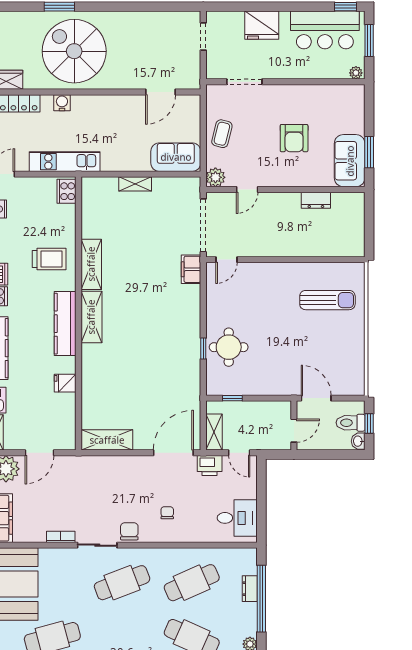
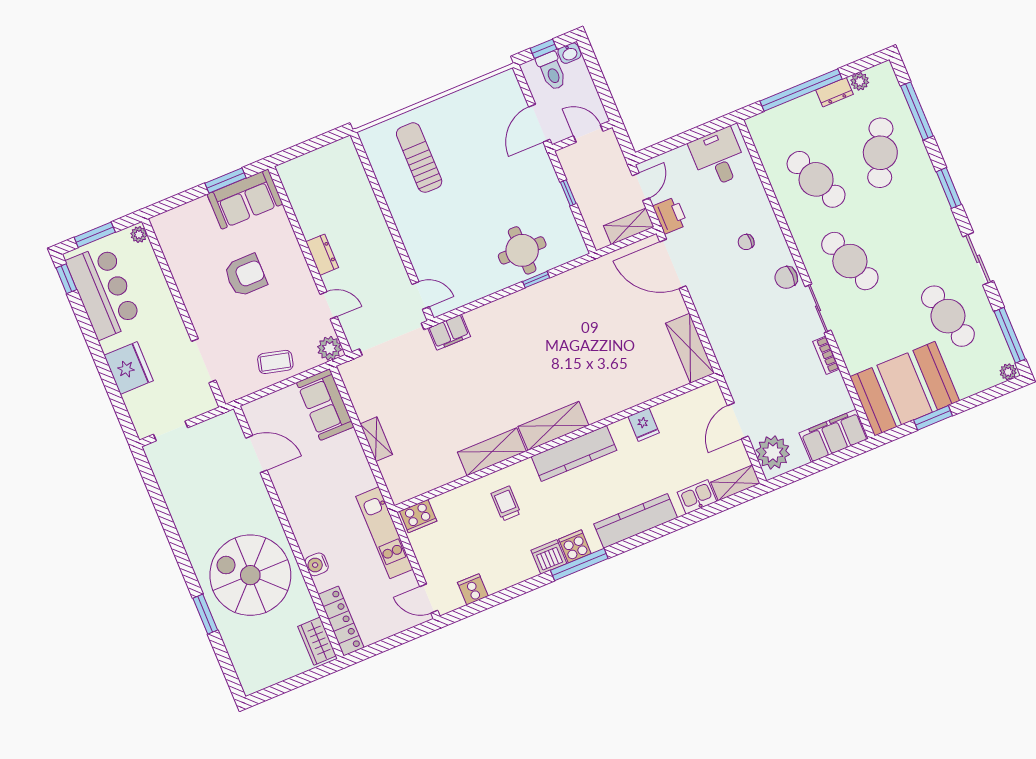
spiral stairs: (74, 51) -> (250, 575), turned 90
dresser: (316, 200) -> (322, 255), moved
trolley: (49, 259) -> (506, 504), width x0.73, depth x0.72
window: (232, 398) -> (568, 193), moved
door: (39, 453) -> (738, 421), swing flipped
dresser: (250, 589) -> (835, 92), moved

